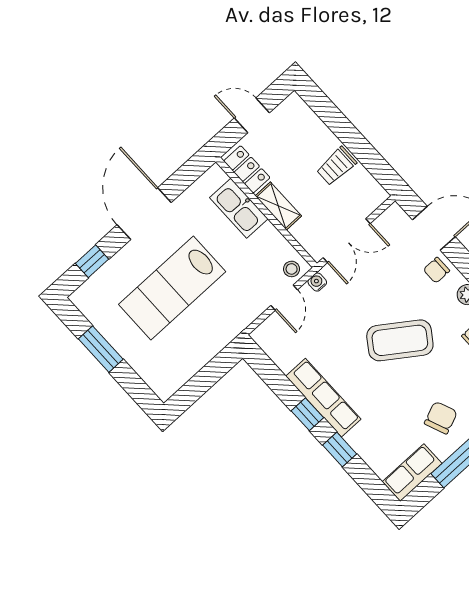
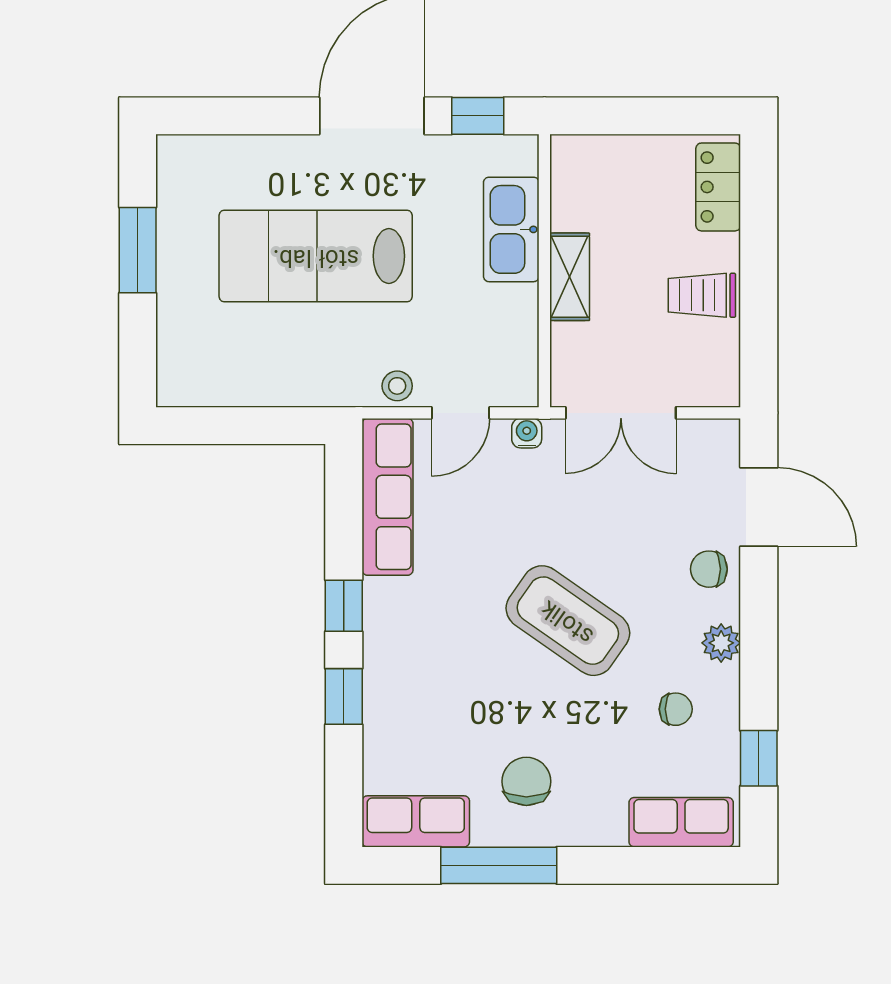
door: (252, 115) -> (648, 116), removed
locker: (247, 169) -> (718, 187), moved, turned 180
window: (92, 261) -> (478, 116), moved
stool: (292, 269) -> (397, 386), moved
row of seats: (323, 398) -> (387, 497), moved
chair: (441, 418) -> (526, 781), turned -68

